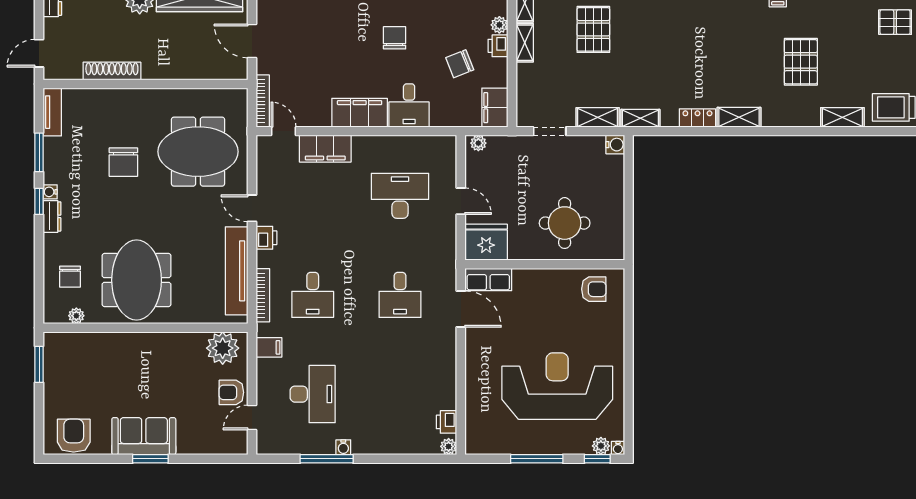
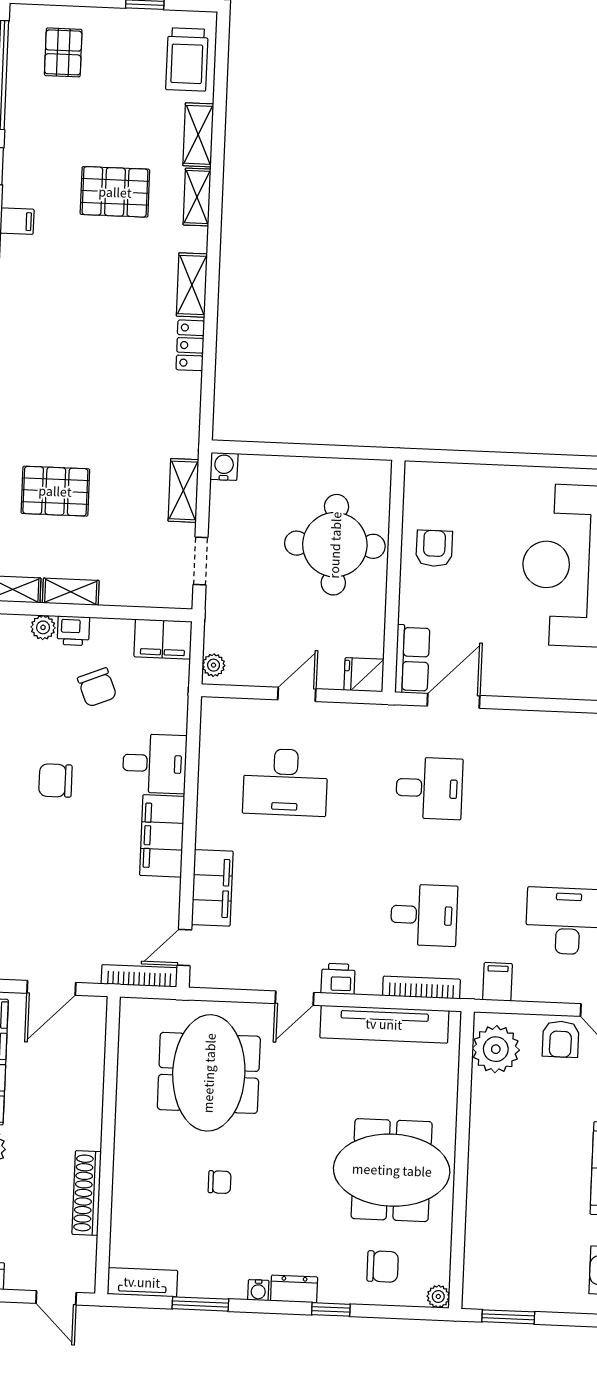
shelving: (640, 118) -> (197, 197), moved
chair: (123, 162) -> (220, 1182), width x0.54, depth x0.54
desk: (400, 196) -> (285, 782), turned -90
window: (39, 201) -> (331, 1309), moved
round table: (565, 223) -> (335, 545), width x1.36, depth x1.36
fridge: (486, 242) -> (364, 675), width x0.53, depth x0.75
armchair: (594, 289) -> (434, 548), moved
plant: (76, 316) -> (438, 1297), moved

